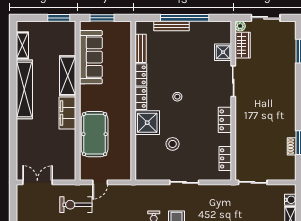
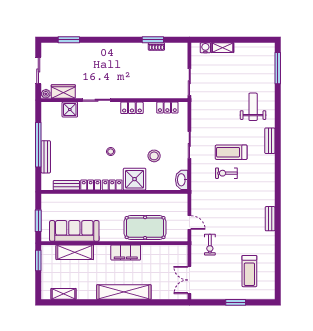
shelving: (68, 76) -> (75, 252), moved
shelving: (24, 89) -> (124, 292), moved
washbasin: (147, 174) -> (182, 180), added
exercise bike: (76, 205) -> (210, 245), width x0.73, depth x0.72

